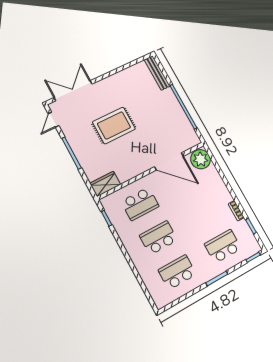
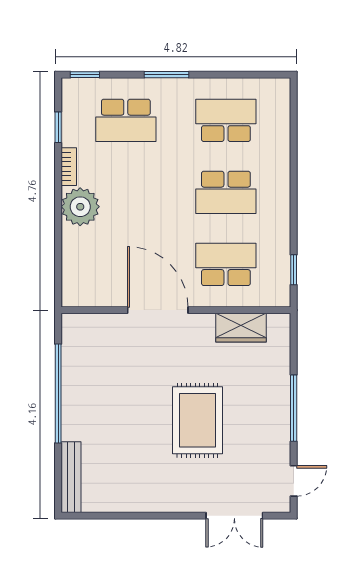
double door: (73, 91) -> (234, 516), width x0.73
rug: (114, 125) -> (197, 420), turned 90
plant: (200, 159) -> (80, 207), moved
door: (169, 162) -> (158, 310), moved
wardrobe: (105, 184) -> (241, 328), moved
school desk: (177, 272) -> (226, 120), turned 180

